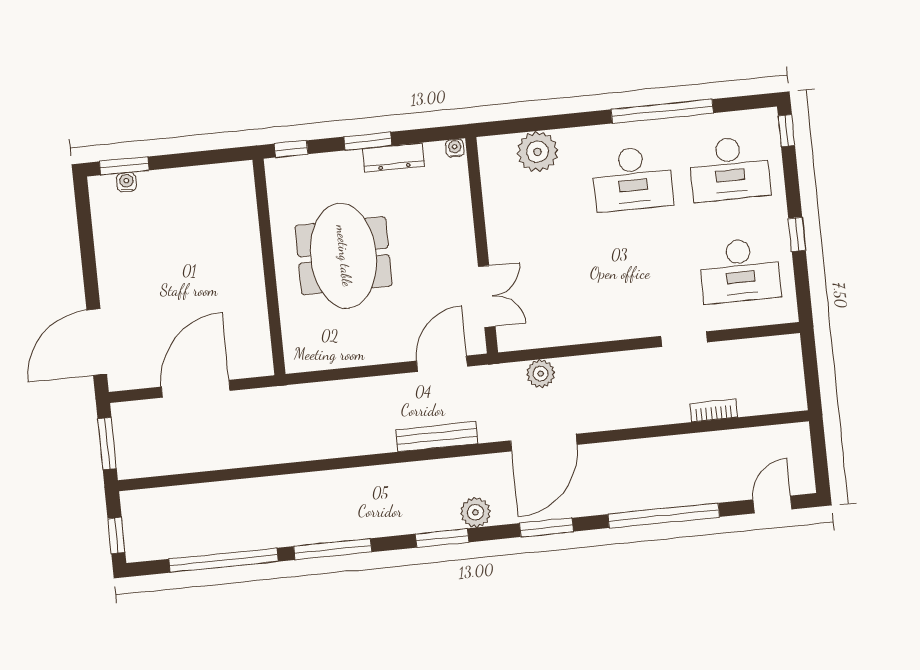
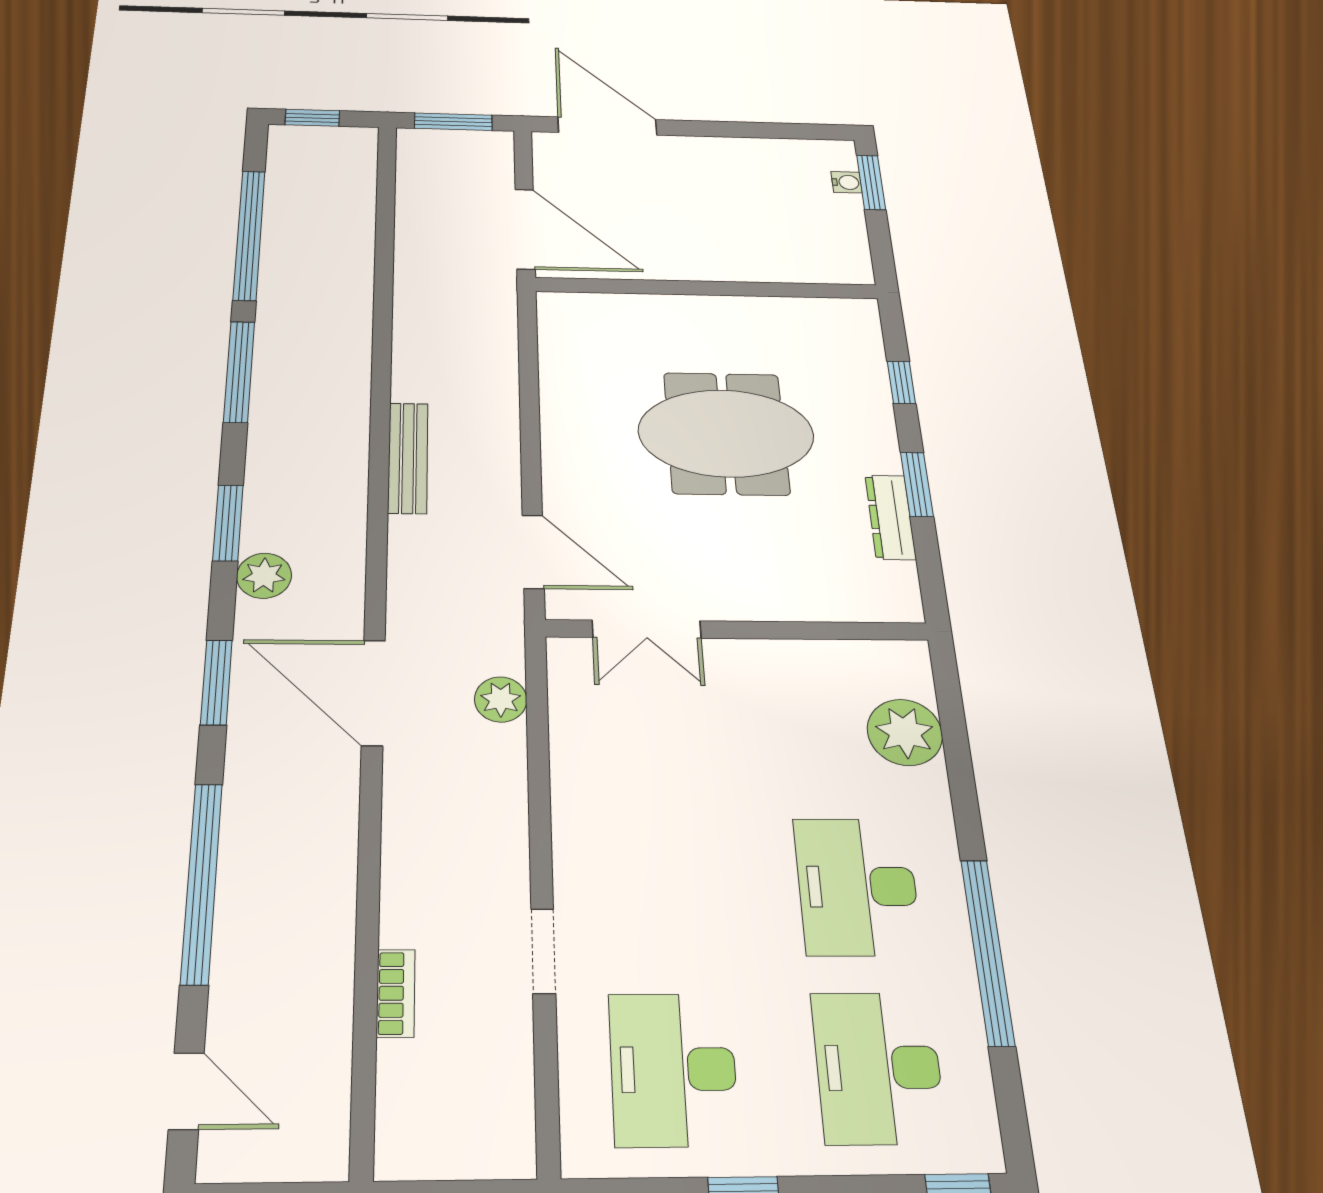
water cooler: (455, 148) -> (908, 606), removed
wall: (269, 267) -> (707, 288), moved
bench: (437, 437) -> (408, 458), moved

